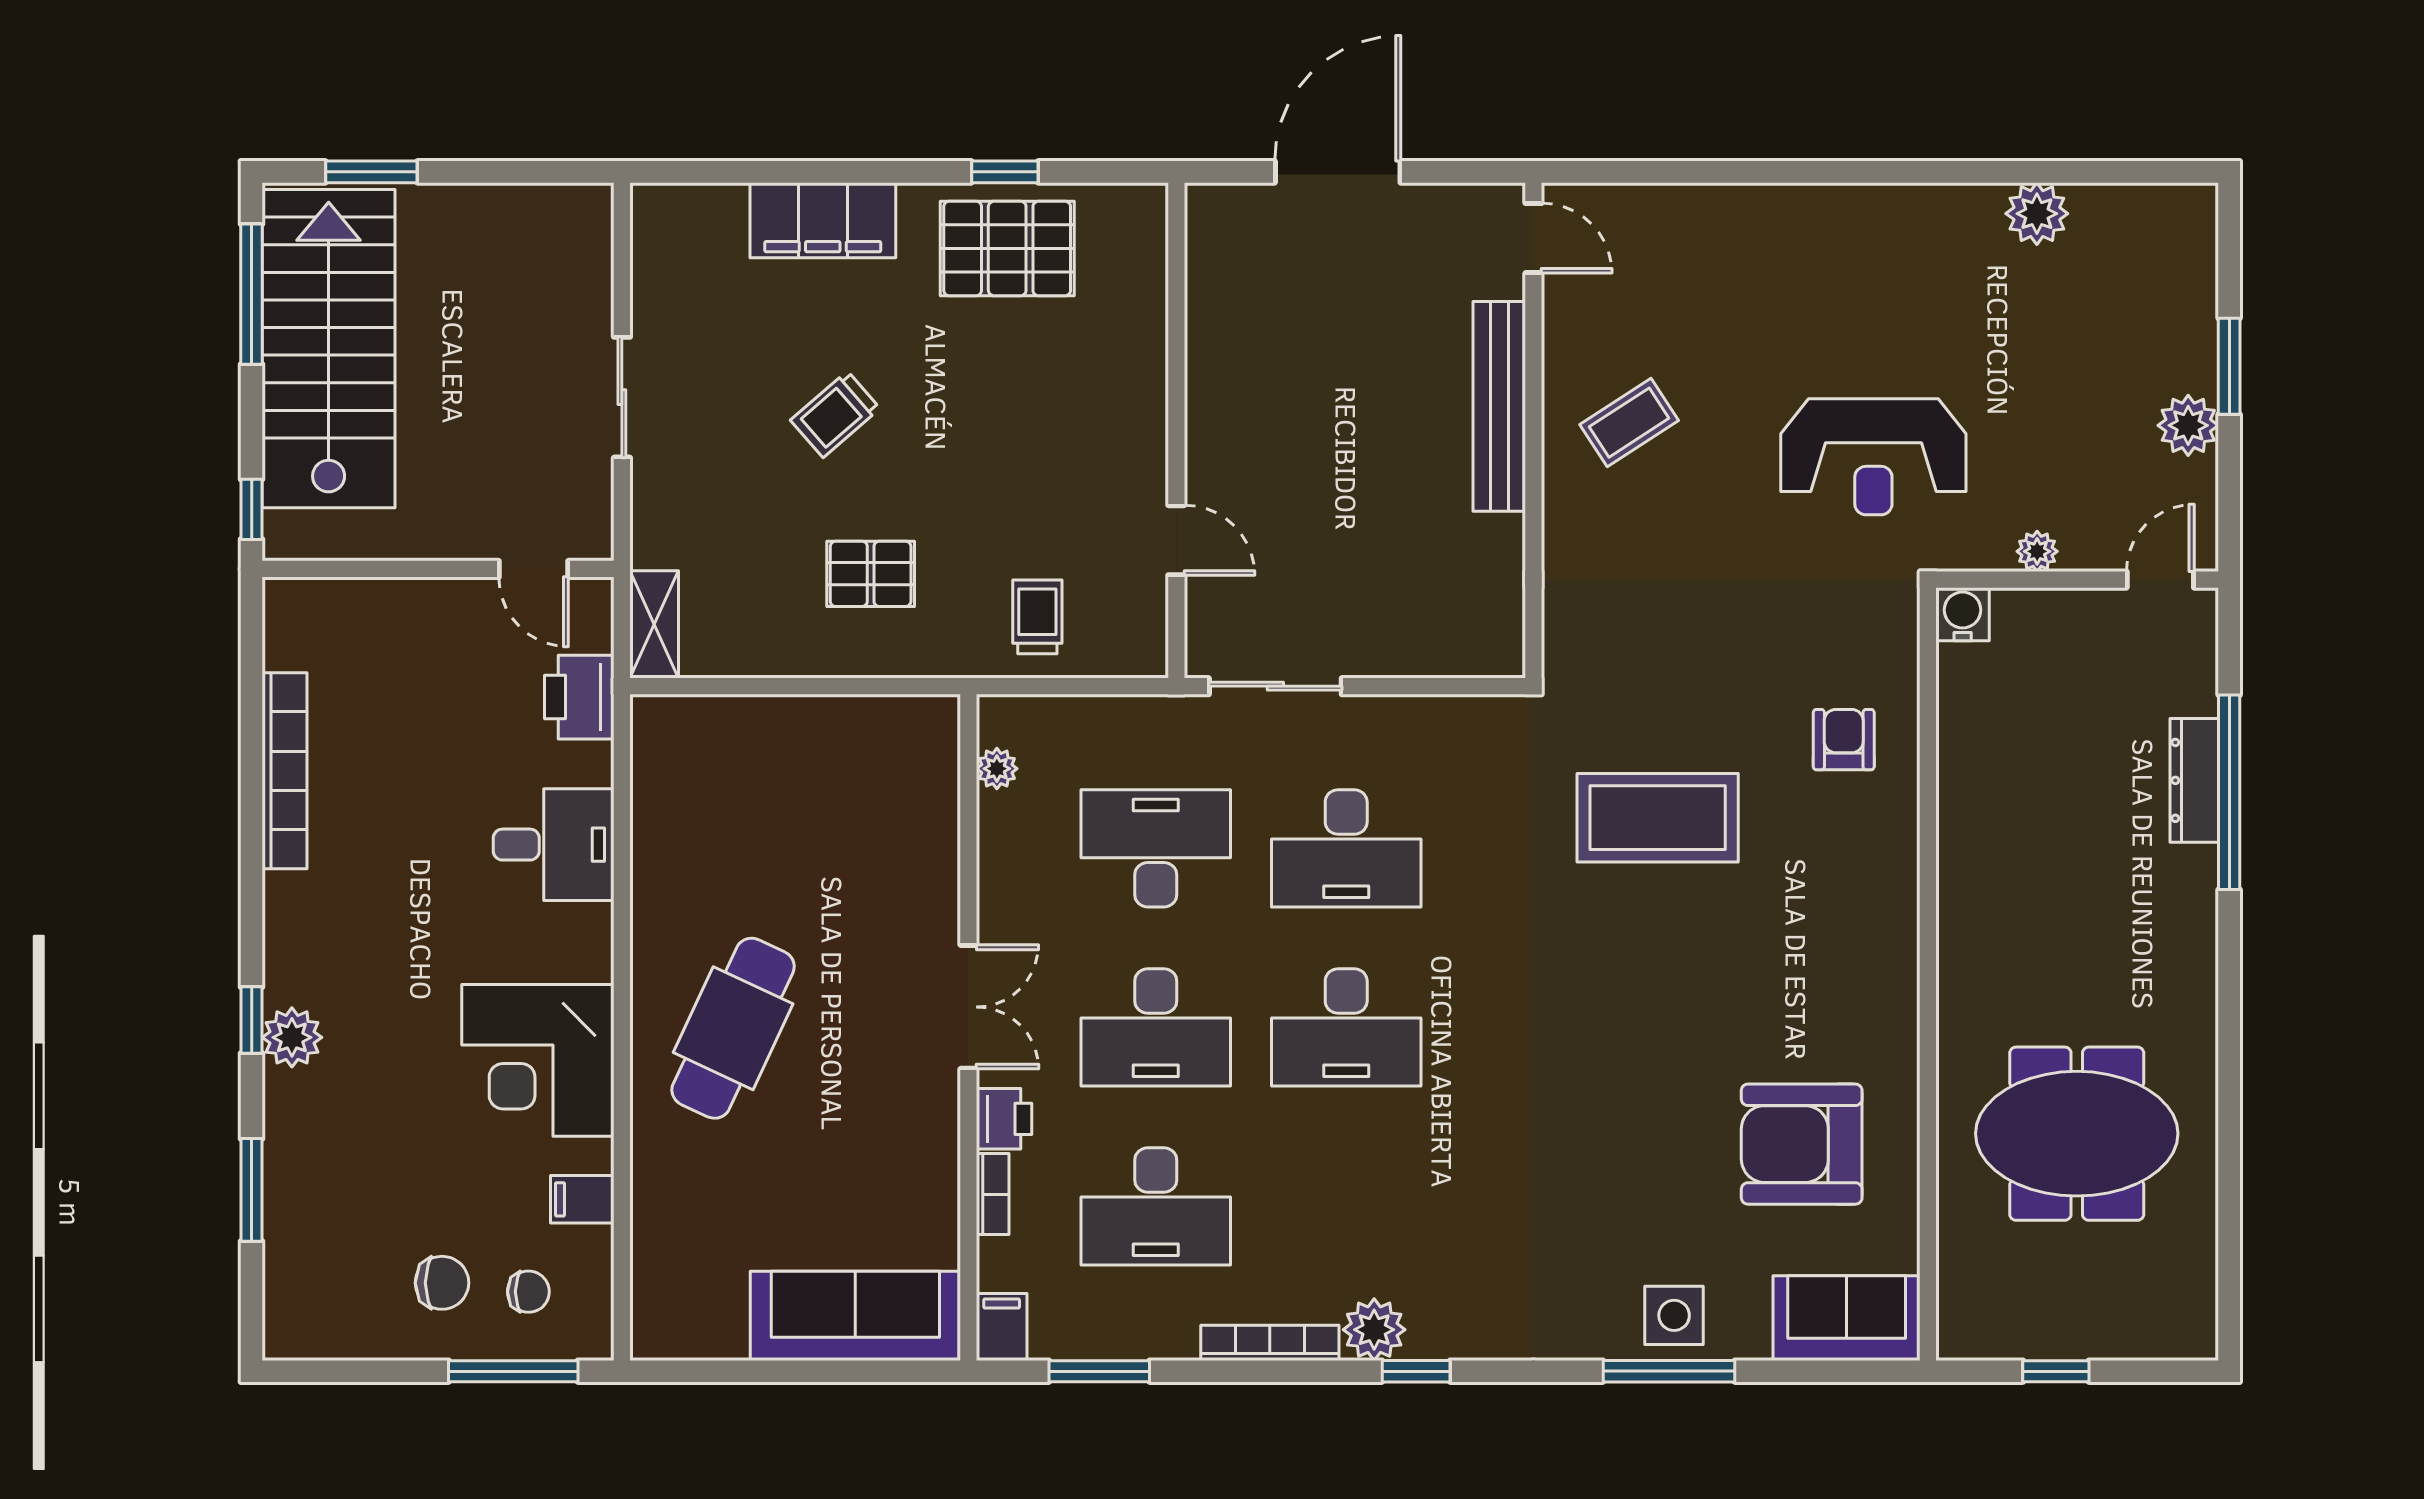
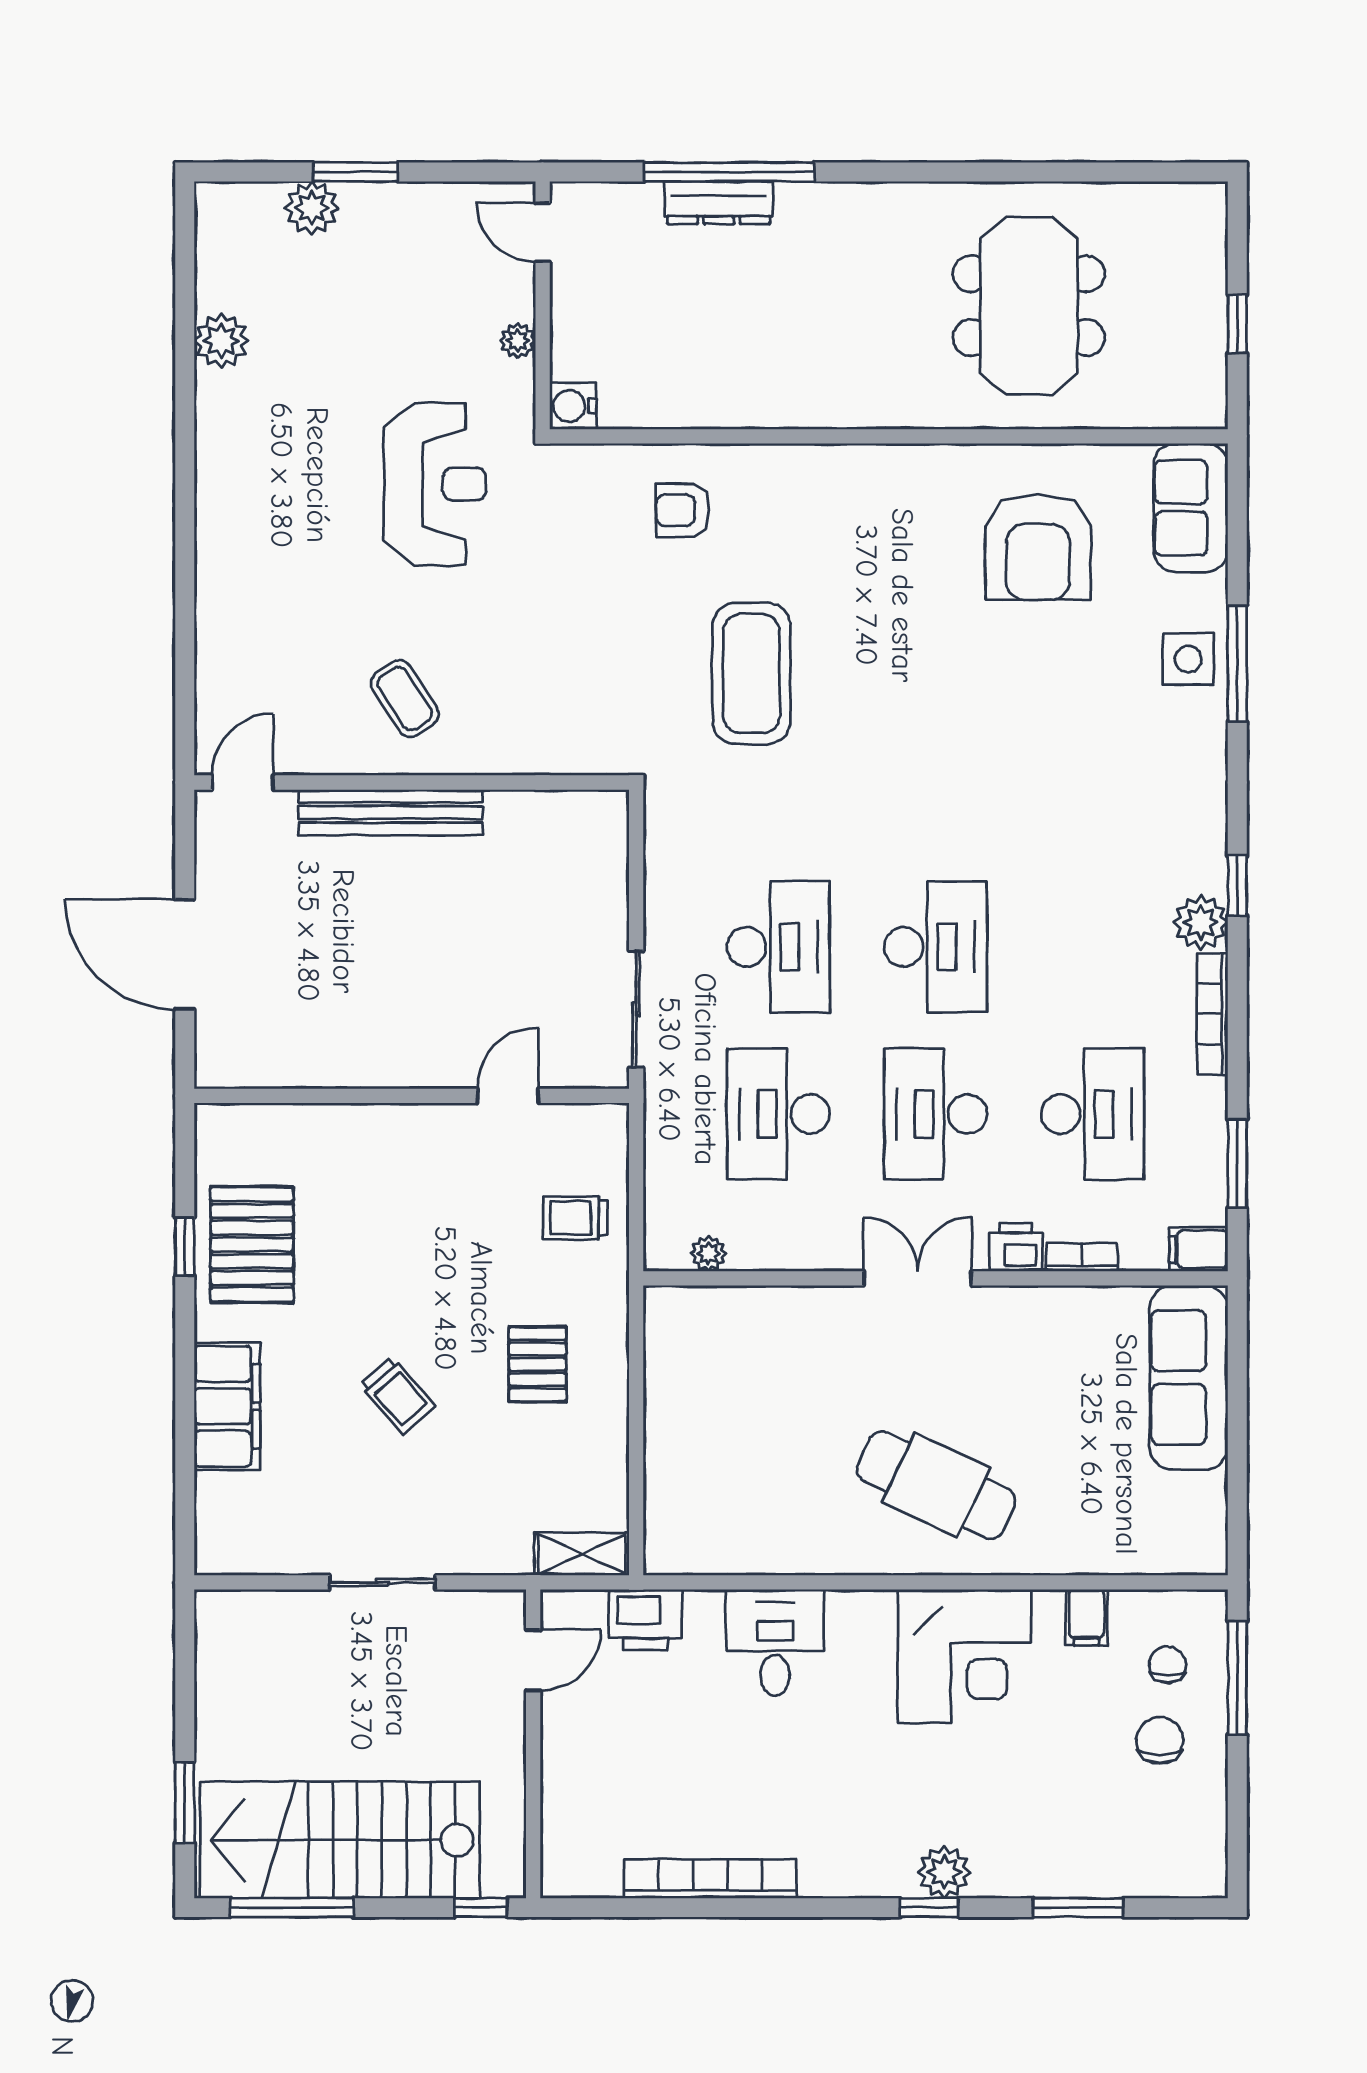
plant: (2188, 425) -> (312, 208), moved
desk: (1156, 1027) -> (936, 1114), turned 180

